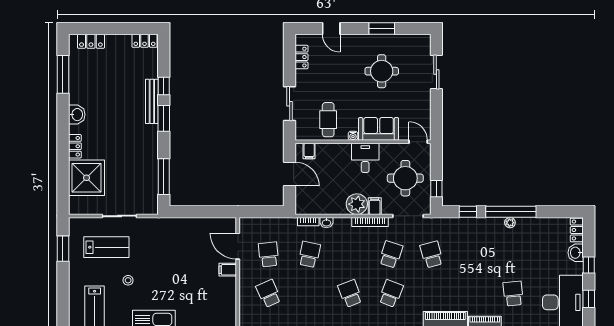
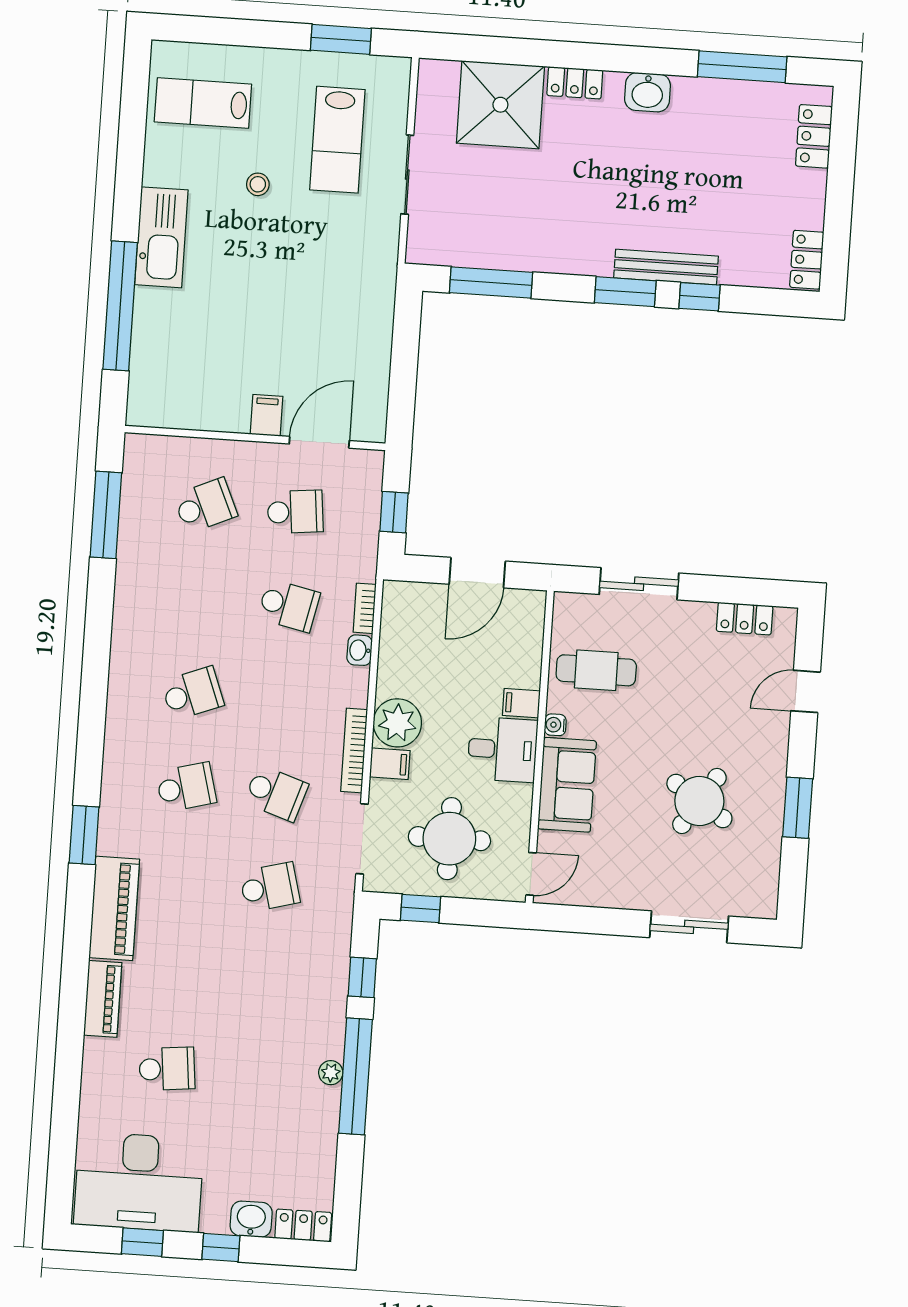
round table: (382, 71) -> (699, 801), turned 33
filing cabinet: (309, 151) -> (521, 703), moved
window: (266, 212) -> (394, 512), added
school desk: (391, 294) -> (186, 787), turned -36

